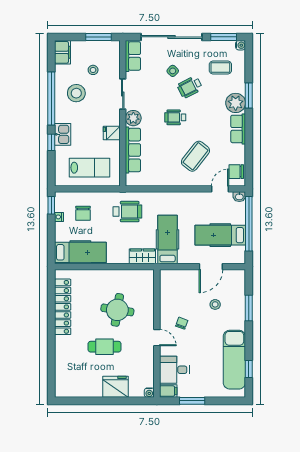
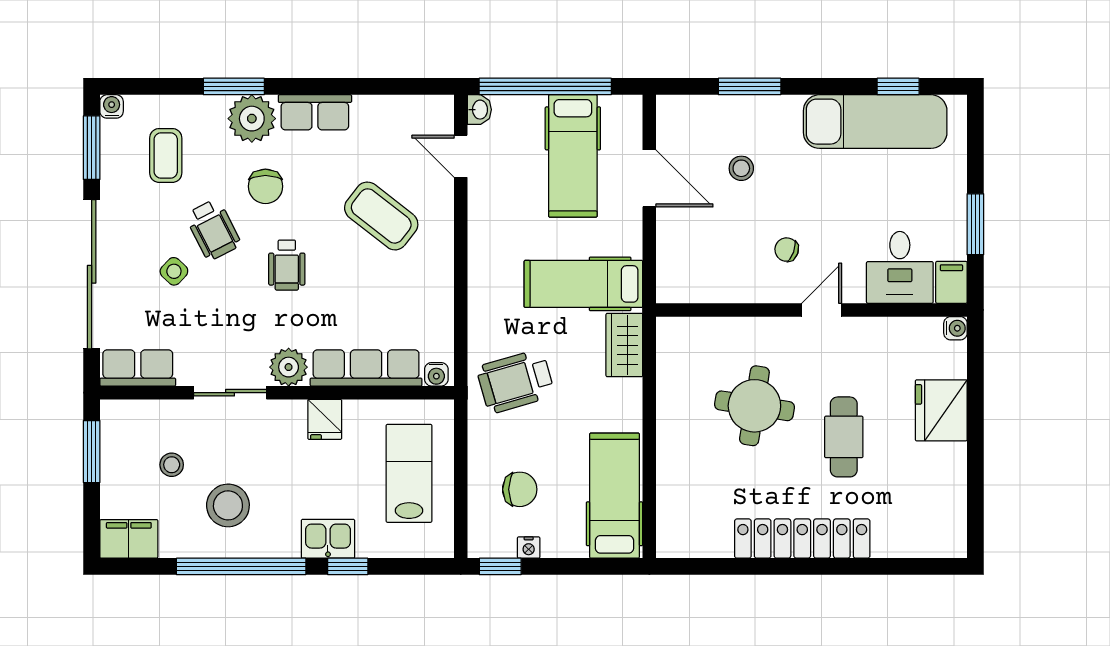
chair: (236, 172) -> (265, 186), moved
water cooler: (130, 179) -> (436, 374), added
wheelchair: (127, 212) -> (516, 381), turned -106
locker: (63, 307) -> (802, 539), moved

